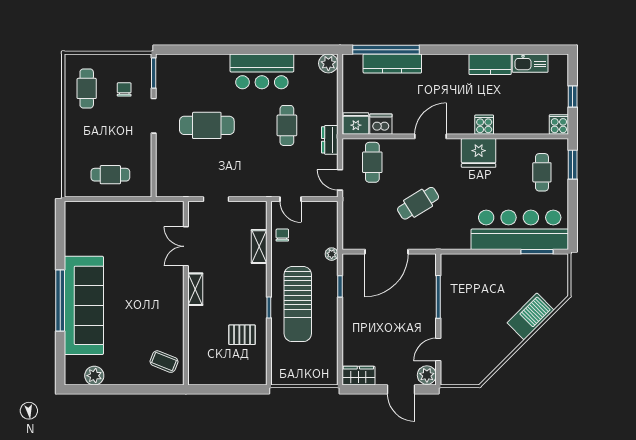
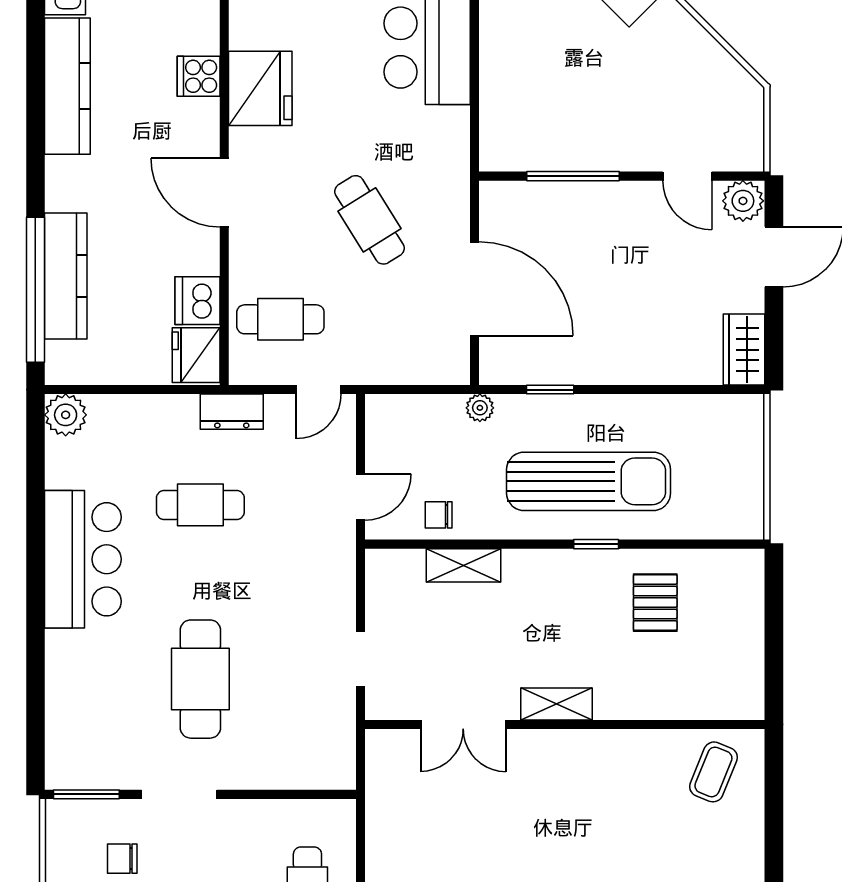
kitchen counter: (490, 64) -> (67, 86), width x1.50

